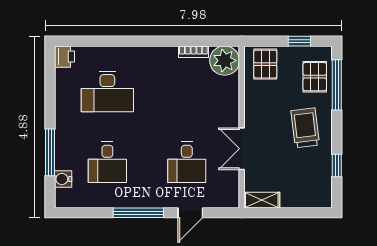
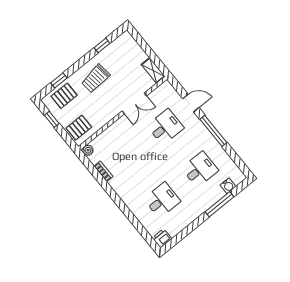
plant: (225, 61) -> (88, 150), width x0.53, depth x0.53
window: (337, 85) -> (59, 80), width x0.46
desk: (107, 92) -> (162, 200), width x0.73

